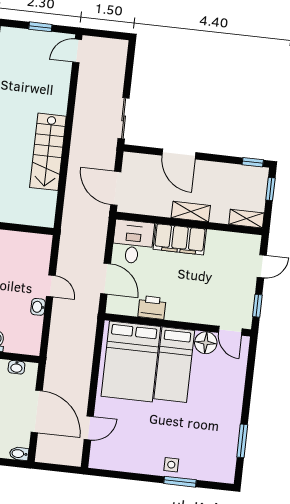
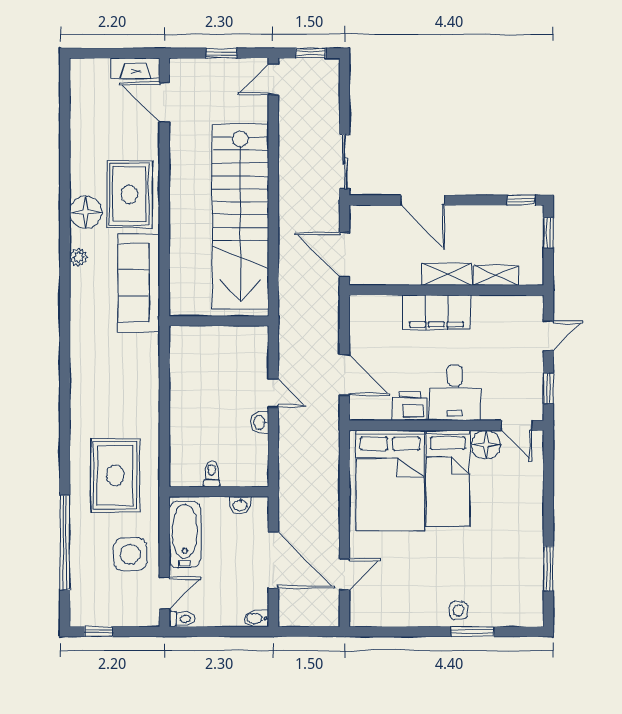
window: (107, 34) -> (311, 53), added
stairs: (48, 152) -> (240, 217), width x1.86, depth x1.51
shelving: (246, 219) -> (496, 275), moved
desk: (133, 242) -> (455, 393), moved, turned 180

